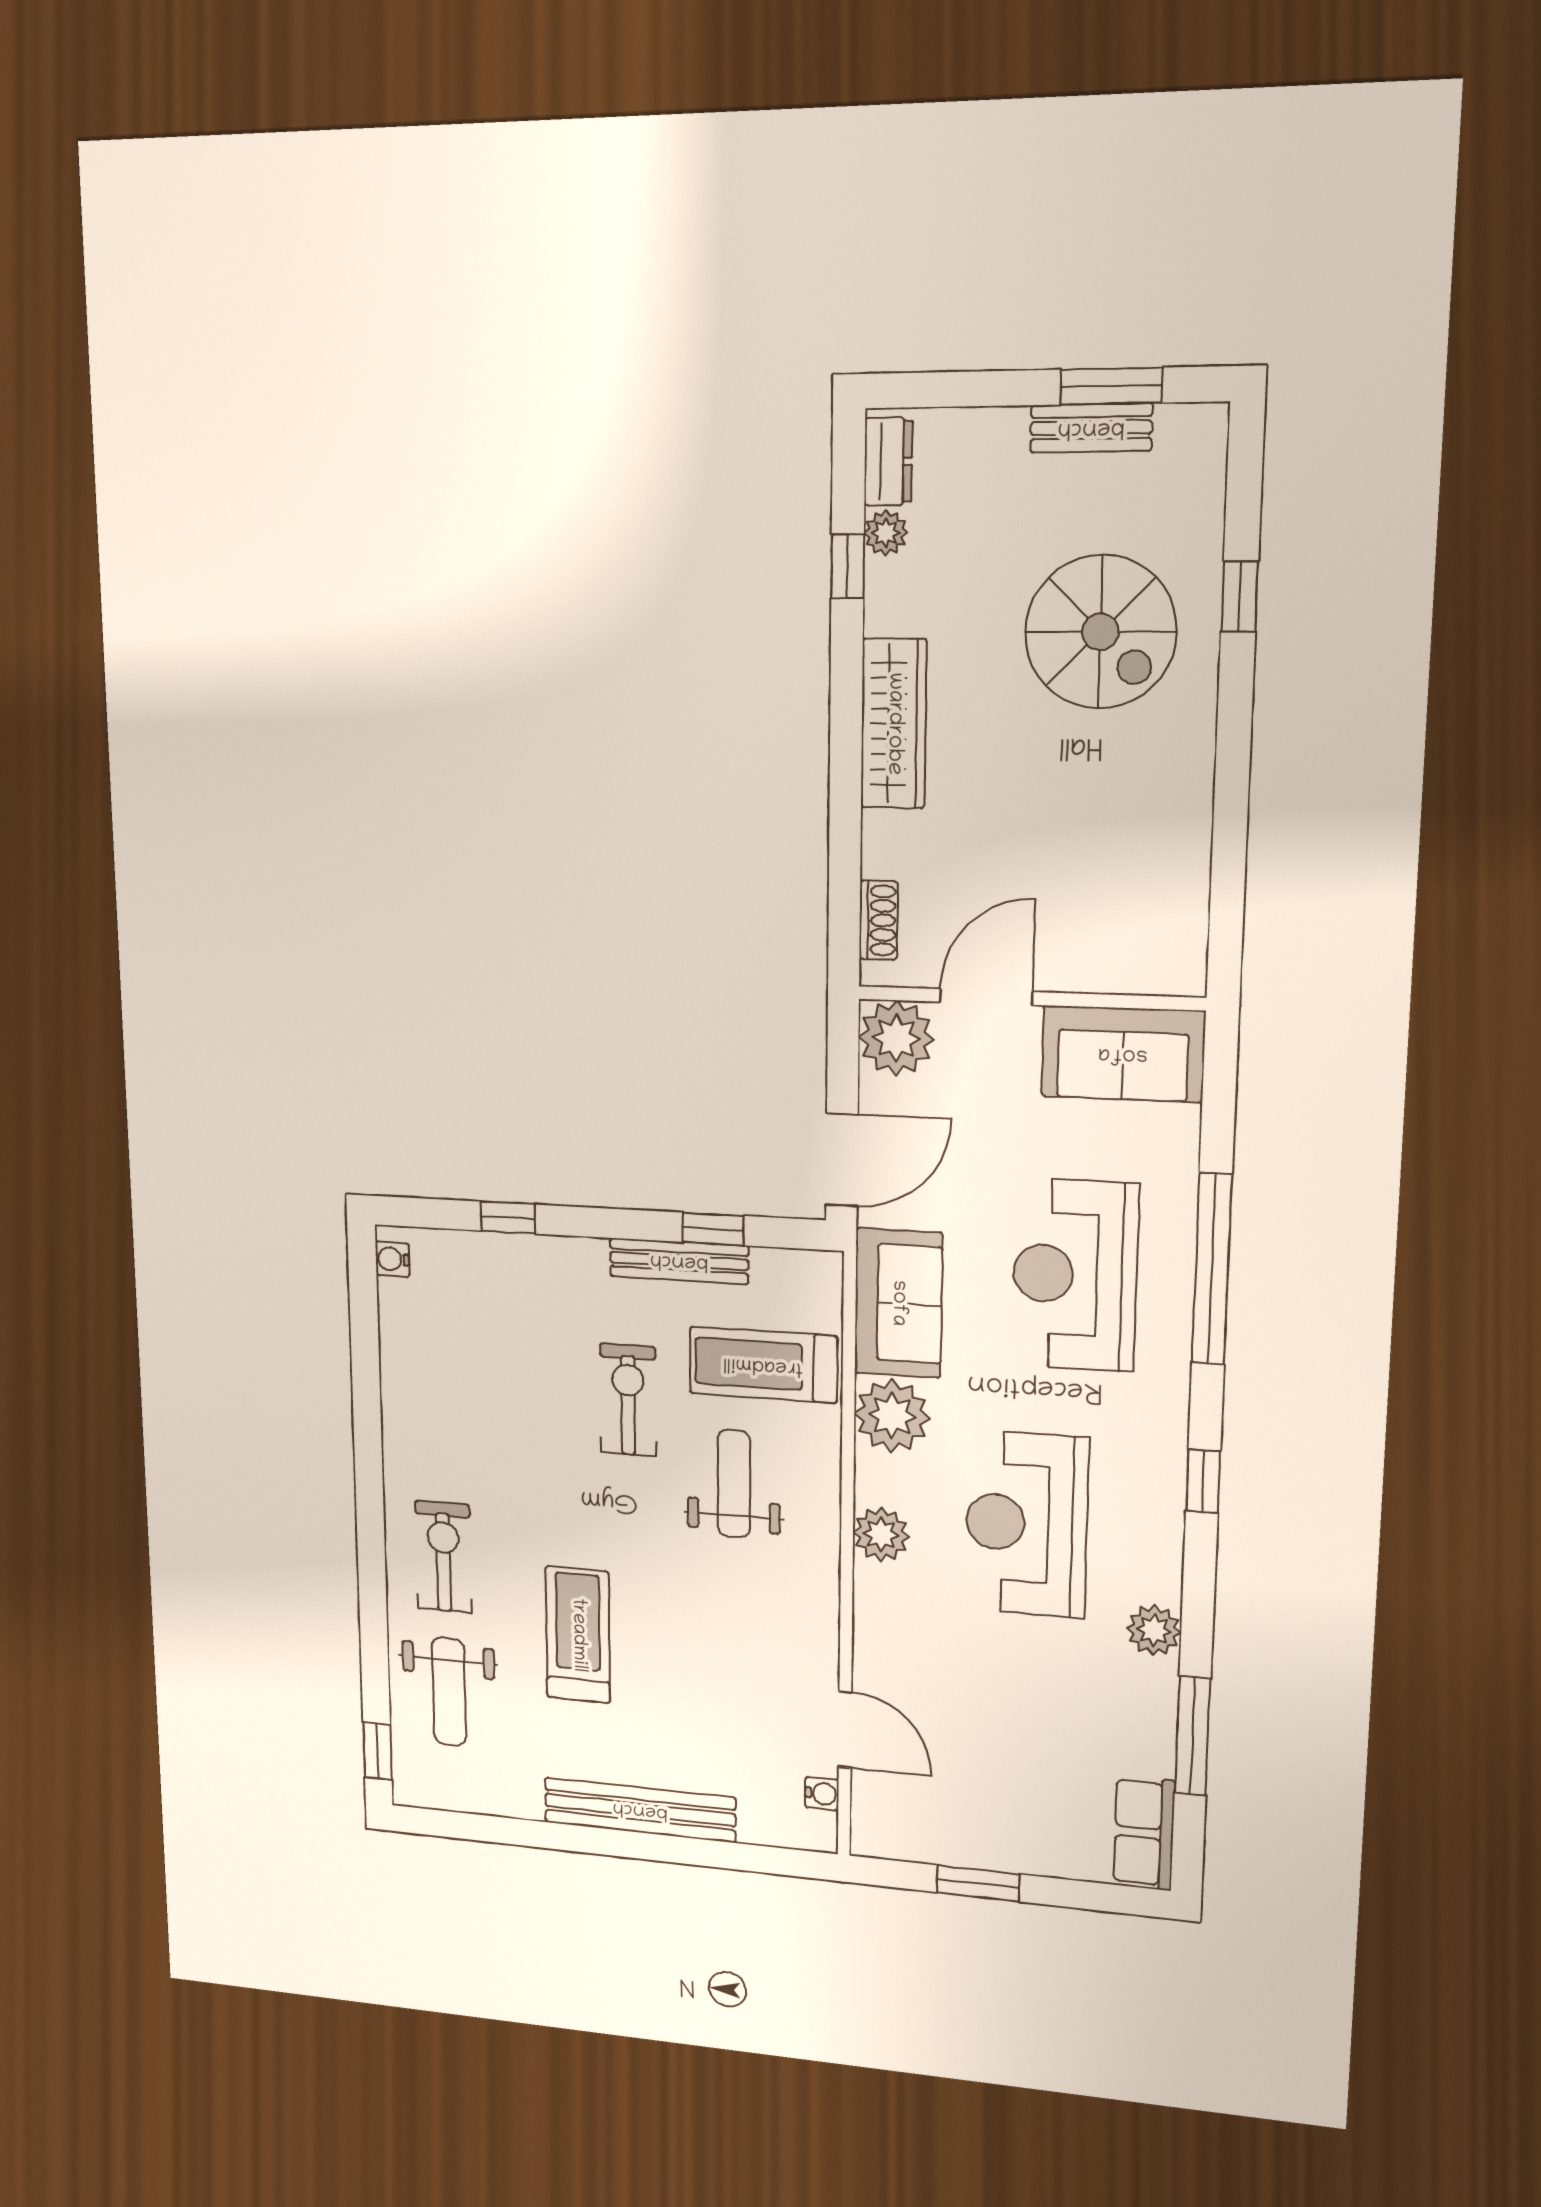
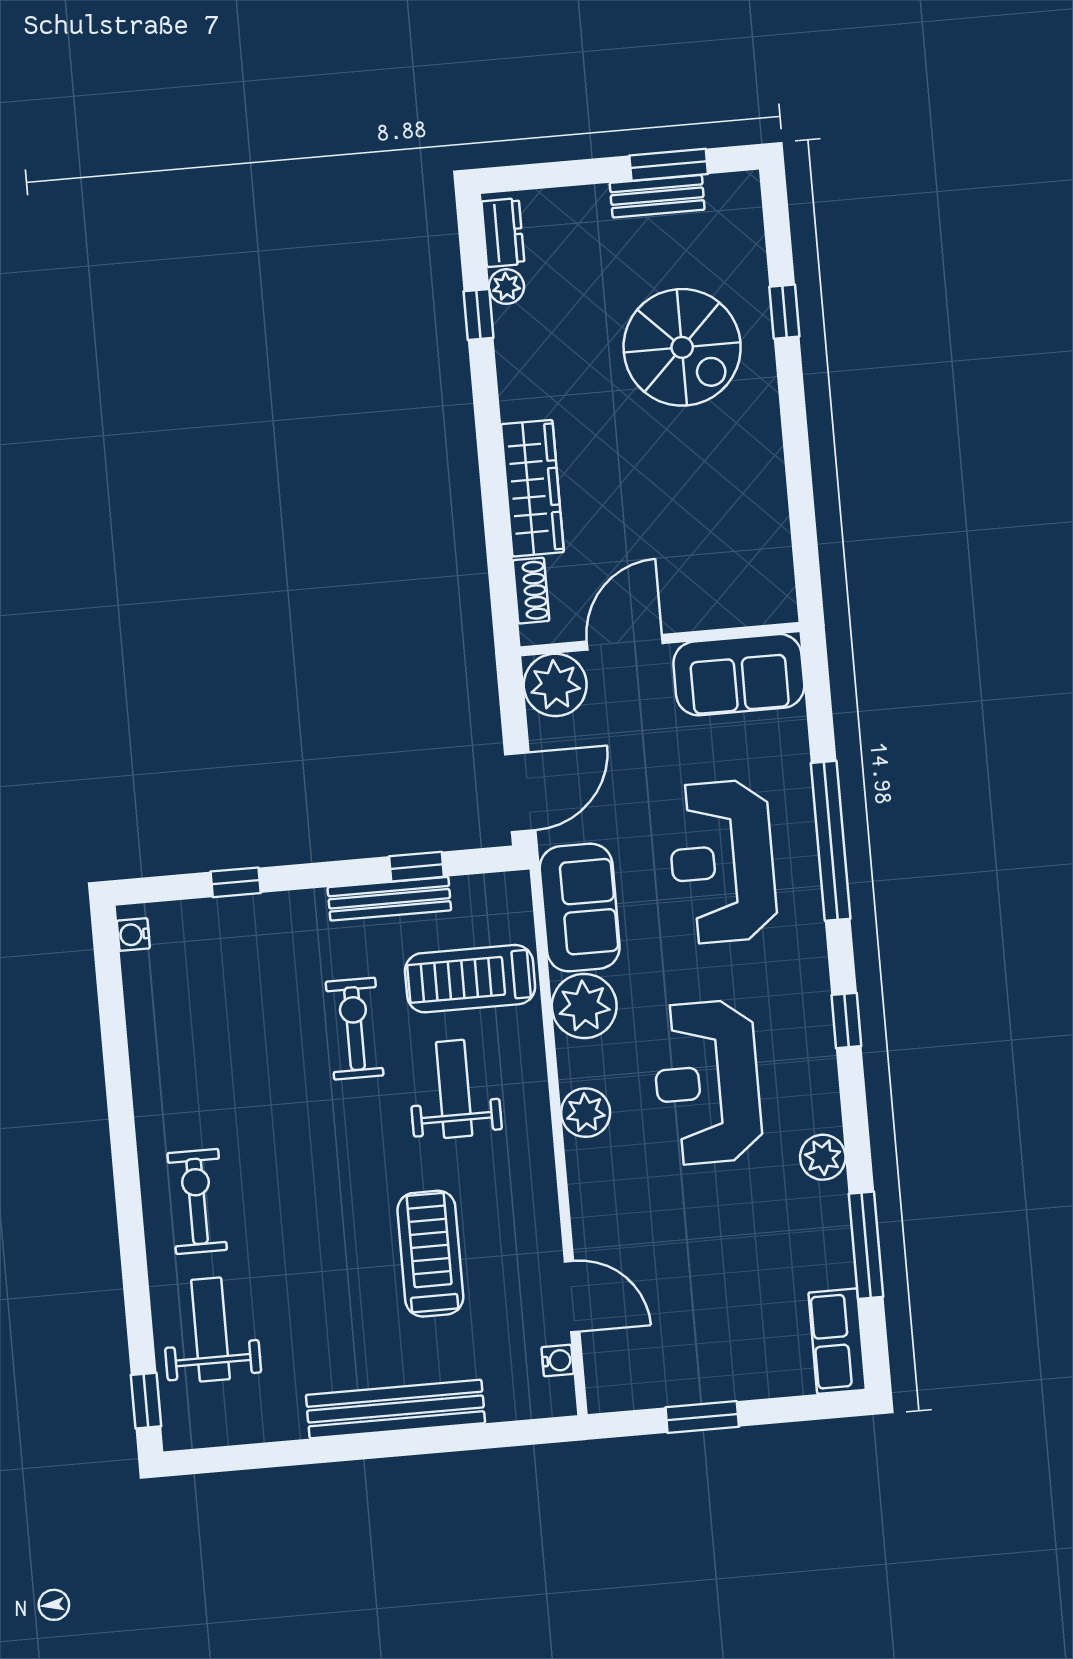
wardrobe: (894, 724) -> (532, 488), moved
treadmill: (578, 1635) -> (430, 1254), moved
weight bench: (449, 1692) -> (210, 1330), turned 180

